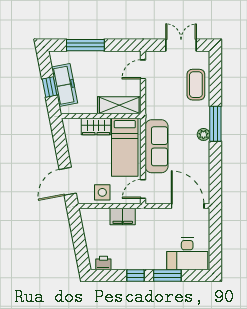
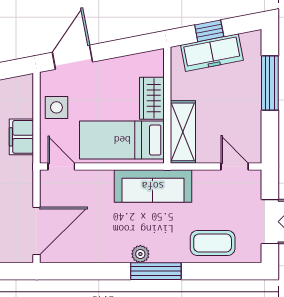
sofa: (157, 146) -> (153, 186), moved
door: (68, 181) -> (72, 57), hinge flipped

